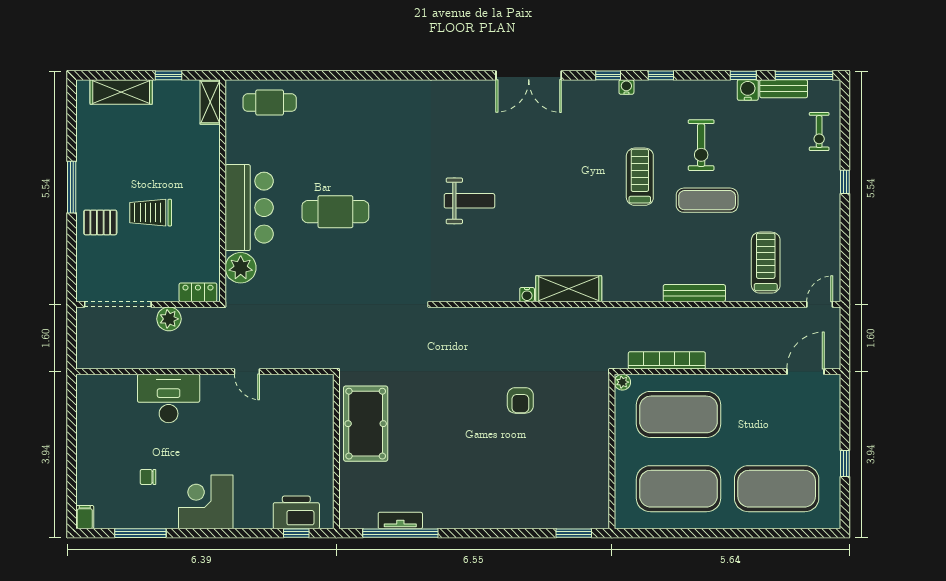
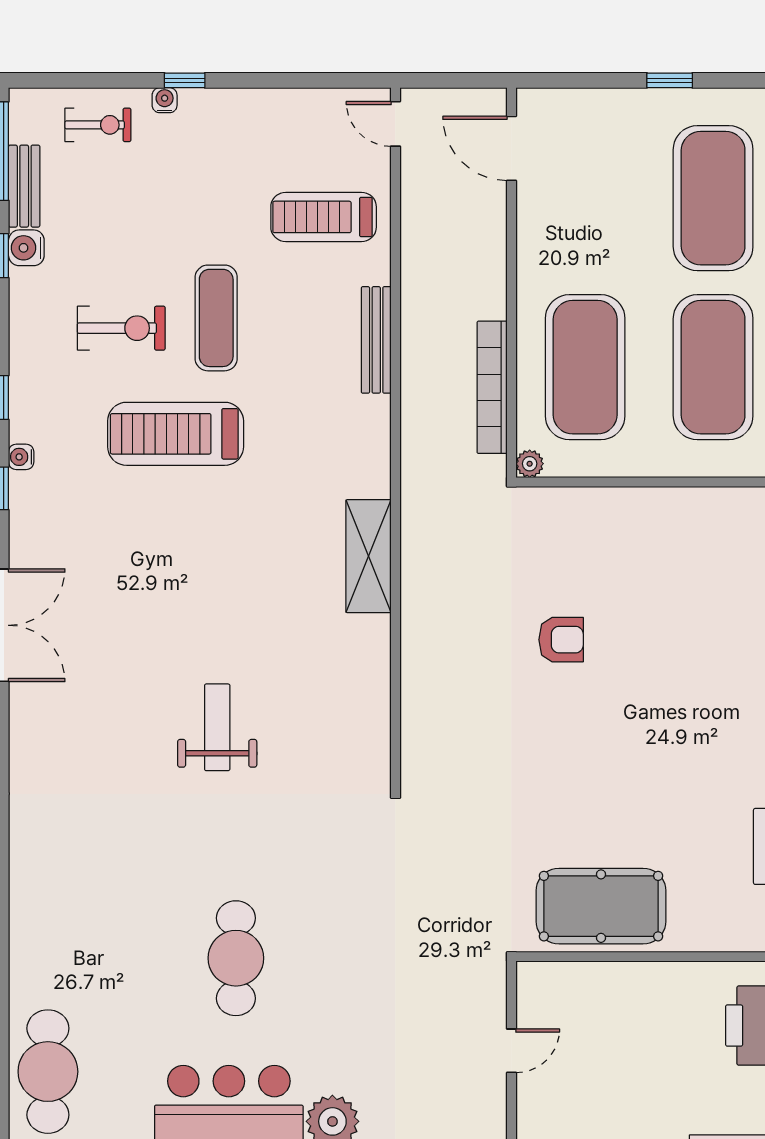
cafe table: (270, 103) -> (48, 1072), width x1.37, depth x1.35
treadmill: (640, 177) -> (176, 434), width x1.37, depth x1.38
water cooler: (527, 295) -> (165, 100), moved, turned -90
door: (247, 372) -> (511, 1051), moved

